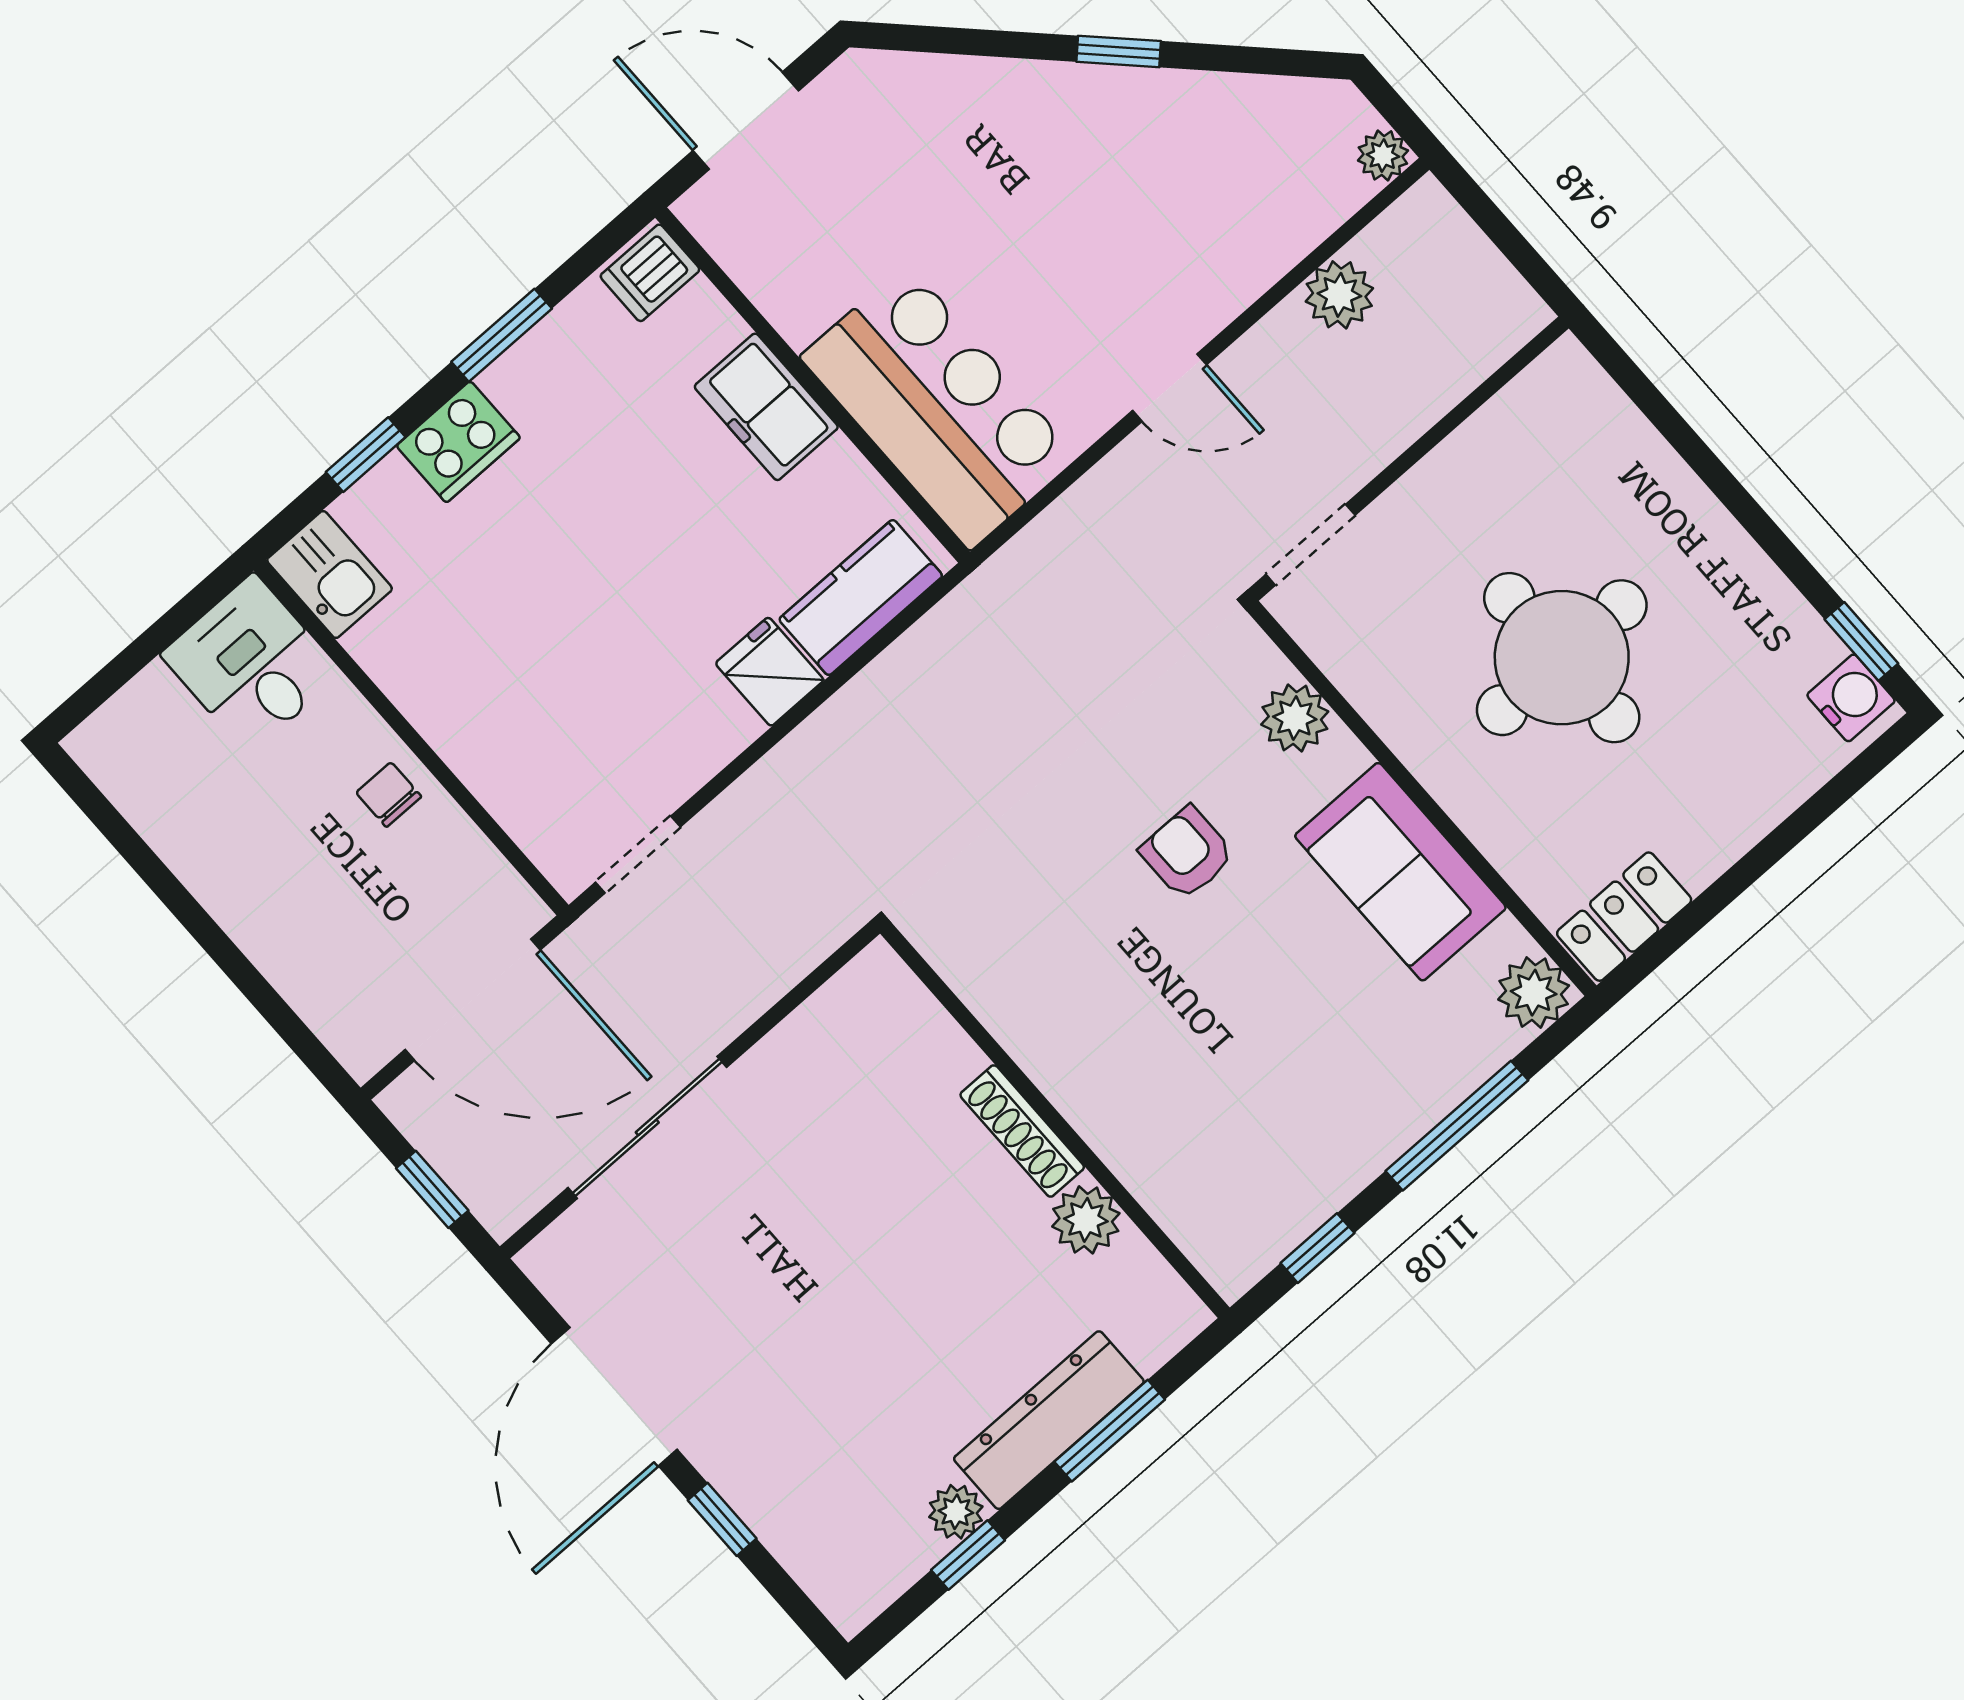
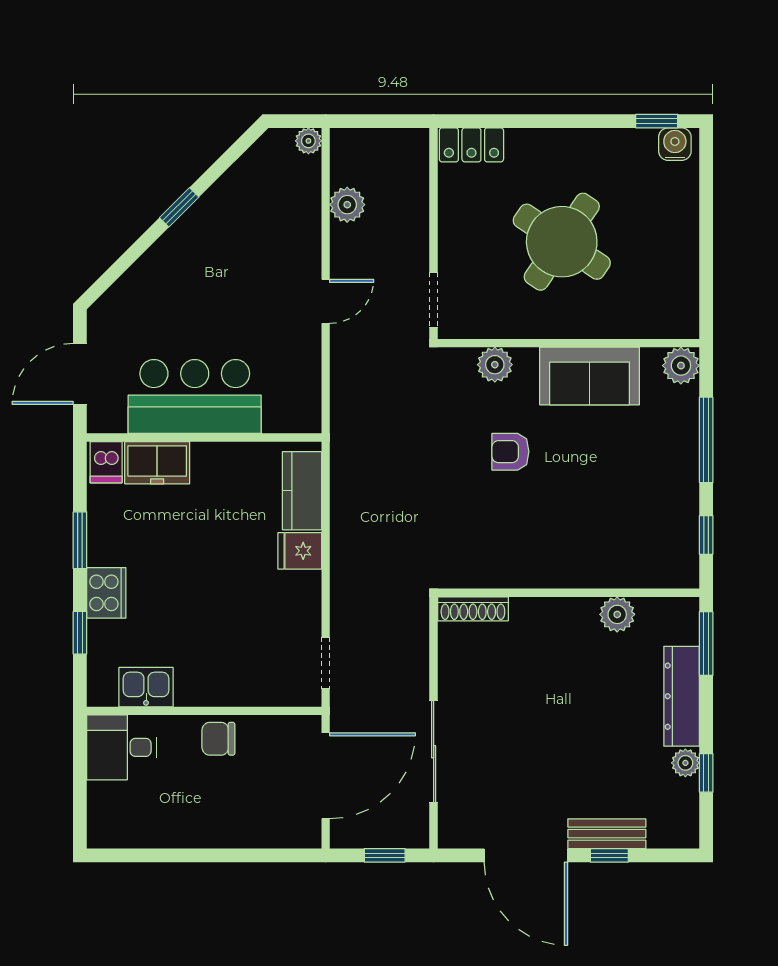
freezer: (766, 407) -> (157, 463), moved
bar counter: (939, 407) -> (195, 397), moved
kitchen sink: (330, 574) -> (146, 687), moved
round table: (1562, 658) -> (562, 242), turned 34
chair: (389, 795) -> (218, 739), width x1.37, depth x1.37
locker: (1624, 917) -> (471, 145), moved, turned -90
shoe rack: (1022, 1131) -> (473, 609), moved
window: (1110, 1431) -> (706, 644), moved
bench: (751, 1488) -> (607, 834), added

